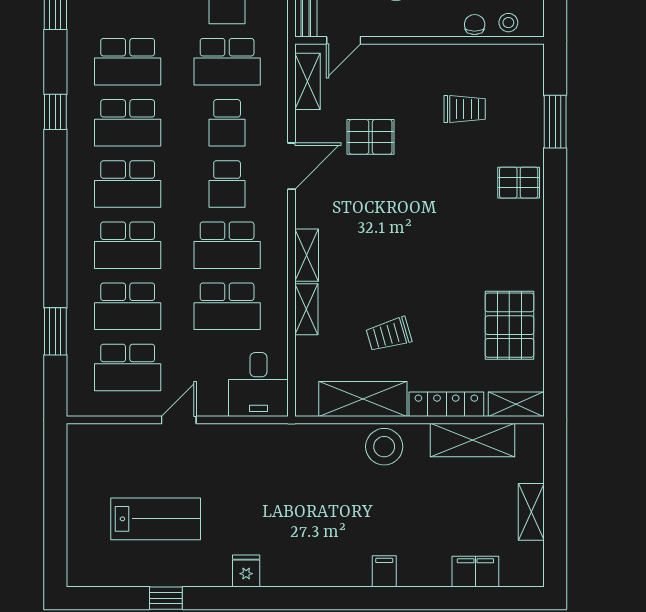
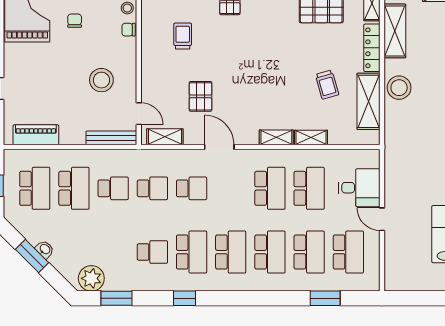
school desk: (128, 62) -> (152, 252), width x0.54
school desk: (227, 62) -> (152, 188), width x0.54
school desk: (227, 184) -> (231, 188), removed
desk: (258, 385) -> (359, 188), moved

